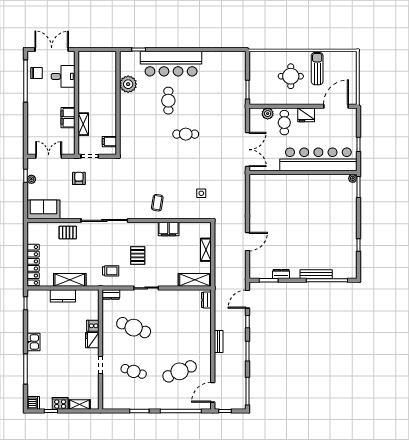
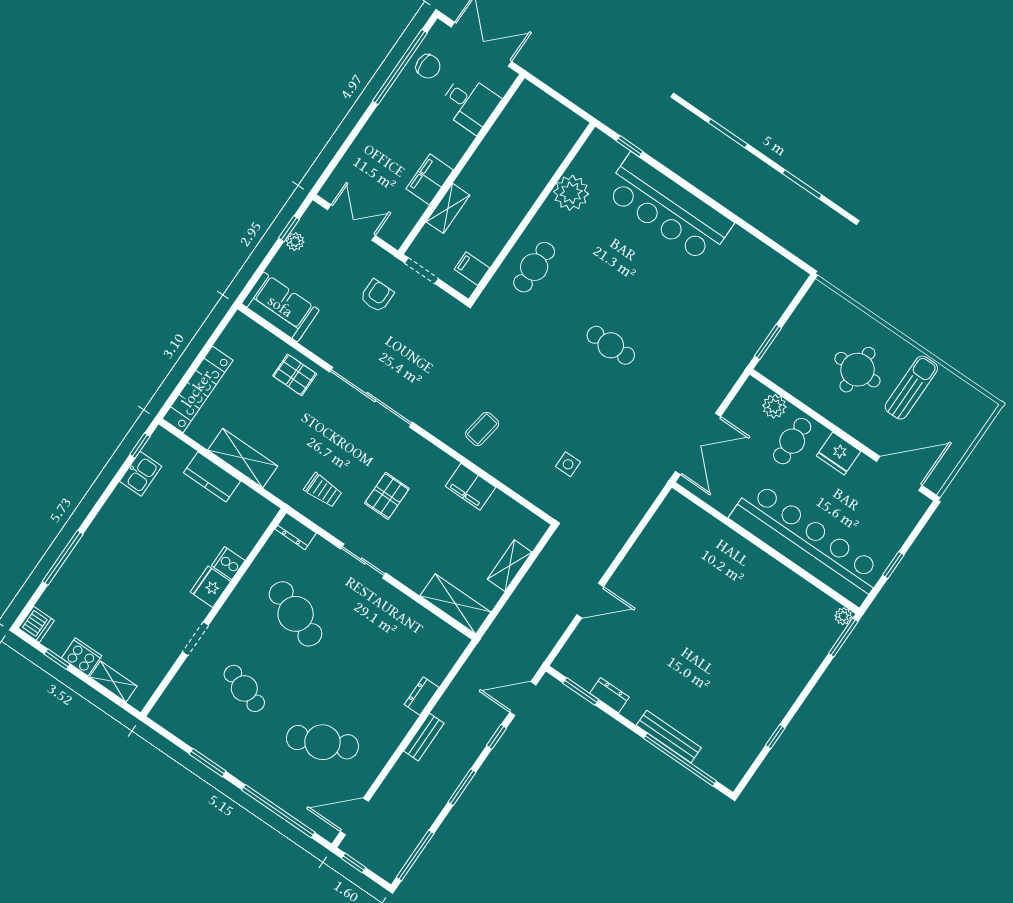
cafe table: (168, 101) -> (534, 267), moved
dresser: (206, 300) -> (422, 696), moved
kitchen sink: (33, 342) -> (141, 474), moved

